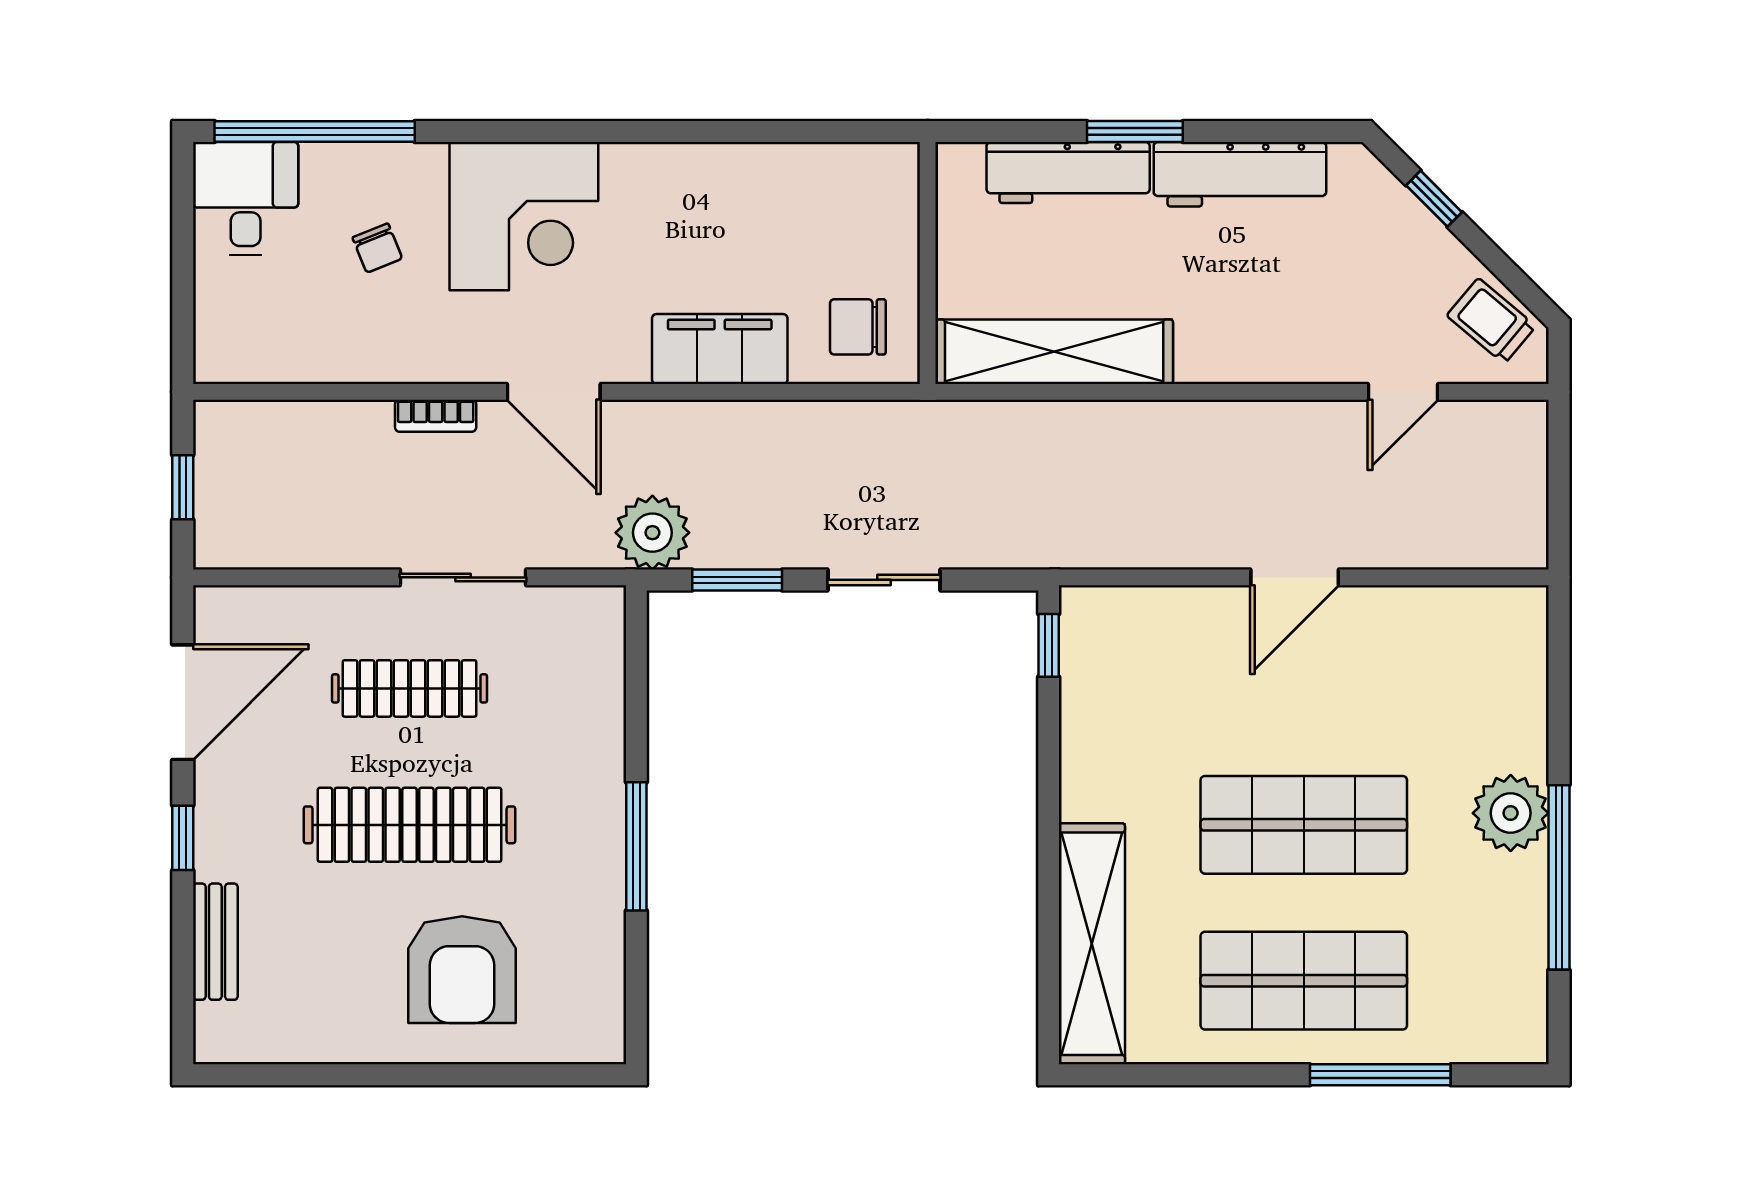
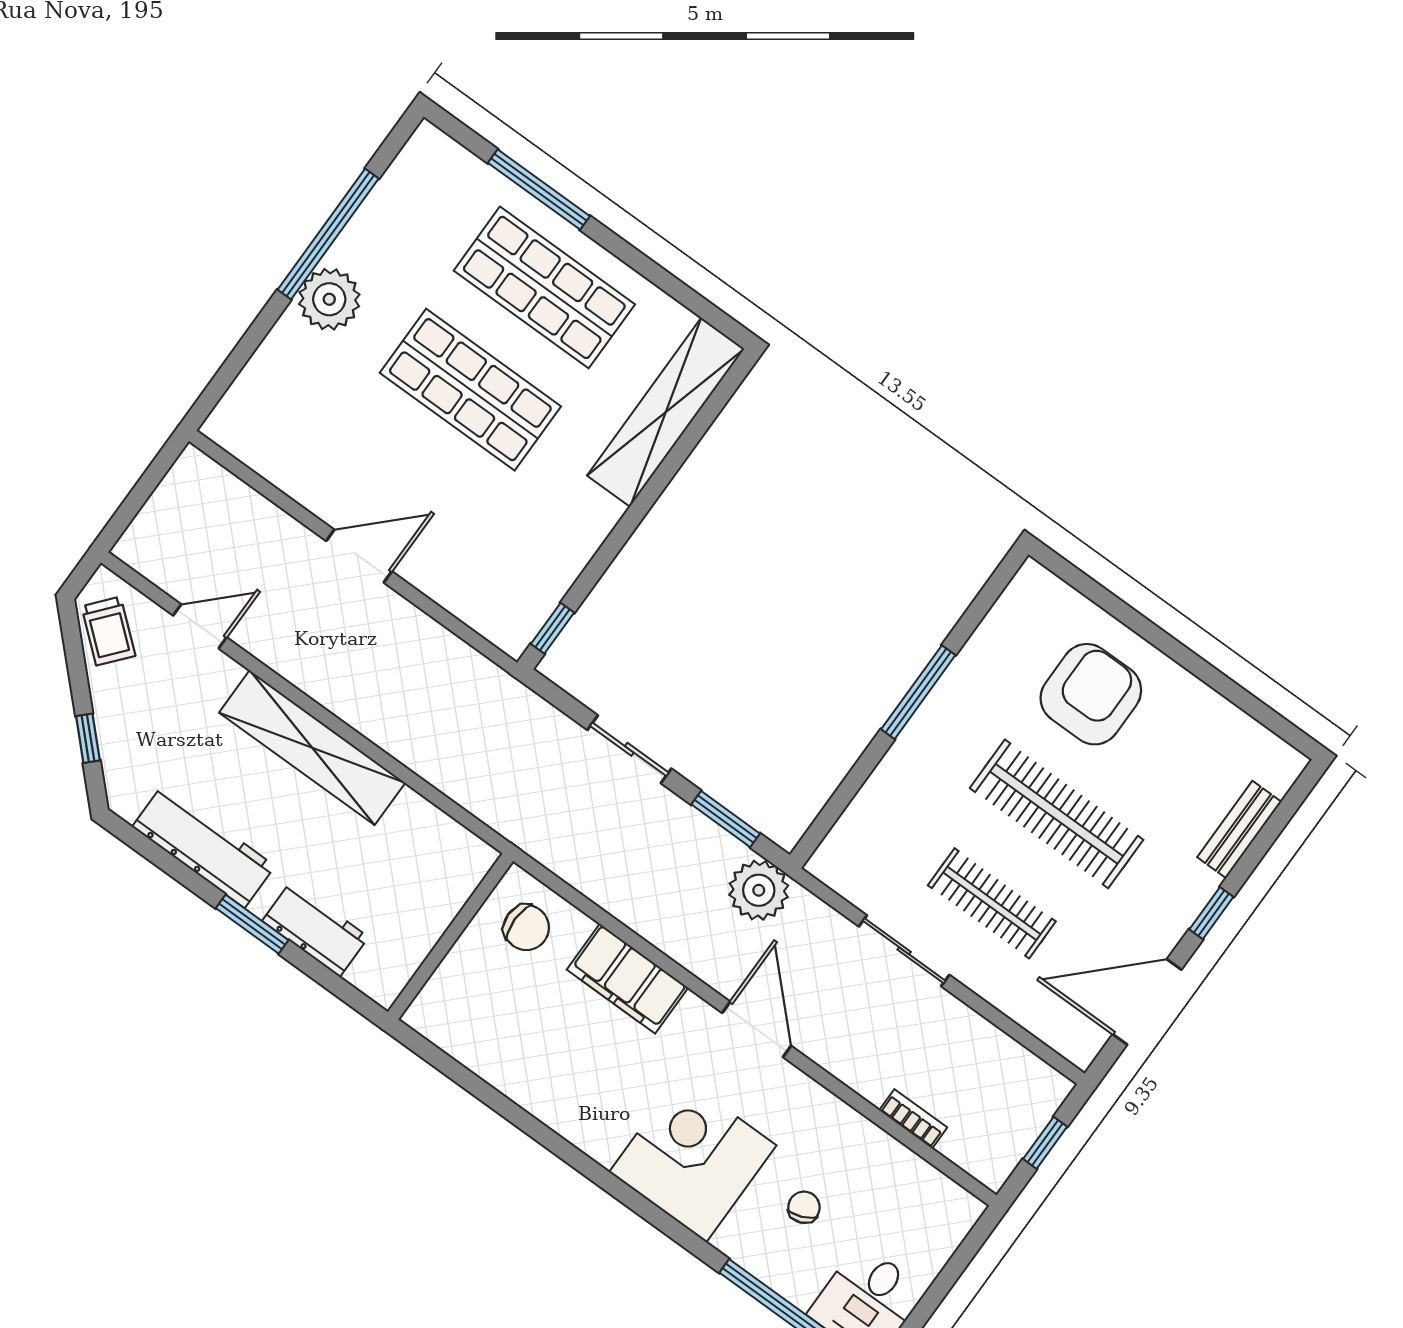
workbench: (1068, 172) -> (315, 929), width x0.73
shelving: (1054, 352) -> (312, 748), moved
bookcase: (436, 416) -> (913, 1119), moved

